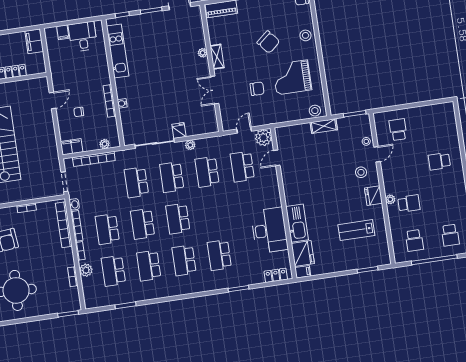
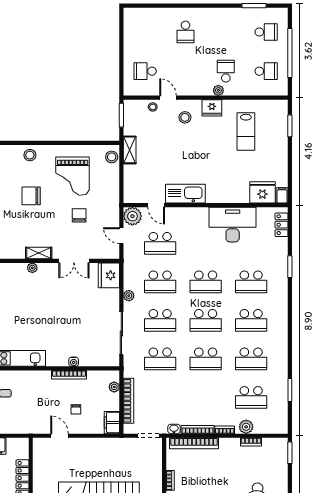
chair: (268, 42) -> (31, 196), turned -140
fridge: (179, 131) -> (109, 275), moved, width x1.88, depth x1.34
kitchen sink: (297, 223) -> (185, 194), moved
school desk: (107, 229) -> (206, 282), moved

